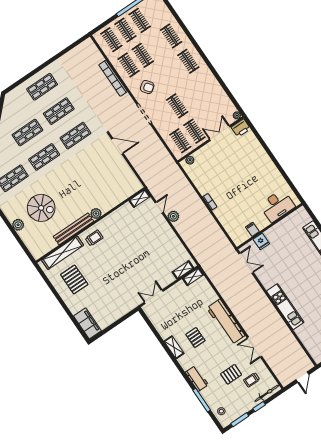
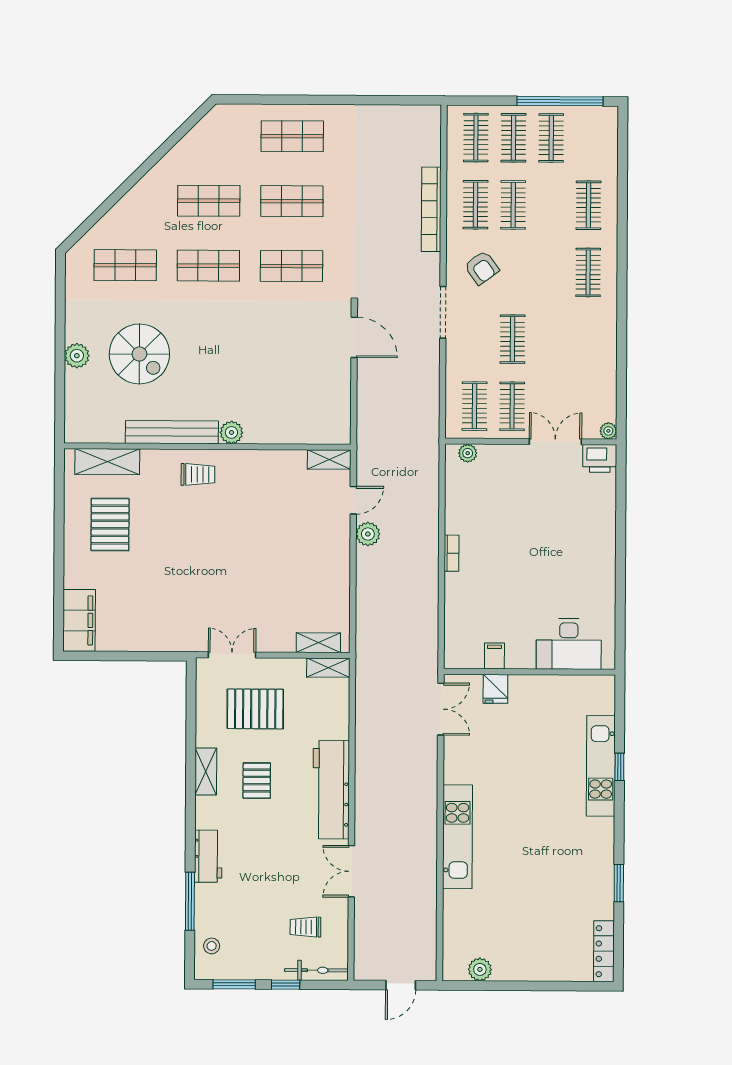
shelving: (63, 253) -> (107, 462), width x0.68
pallet: (231, 374) -> (255, 709), moved, width x1.50, depth x1.42

